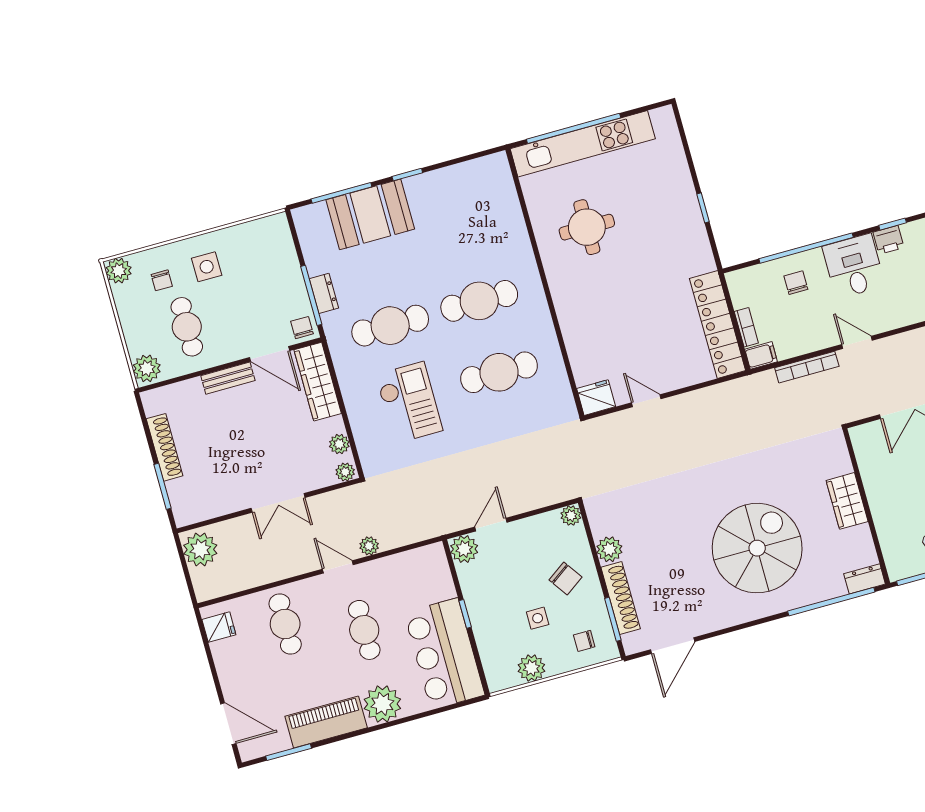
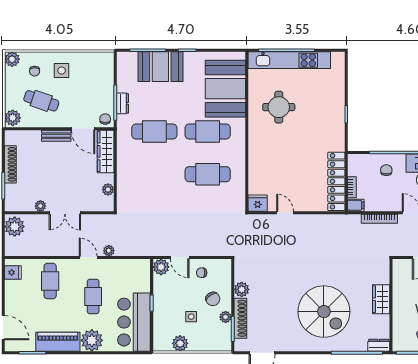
booth: (489, 221) -> (225, 89), added
cafe table: (187, 327) -> (41, 101), turned -71
checkout: (409, 403) -> (153, 177), removed
plant: (345, 472) -> (40, 206), moved
plant: (571, 516) -> (226, 317), moved
door: (491, 525) -> (180, 257), swing flipped
spiral stairs: (757, 548) -> (324, 312), turned 90
chair: (584, 641) -> (202, 273), moved

